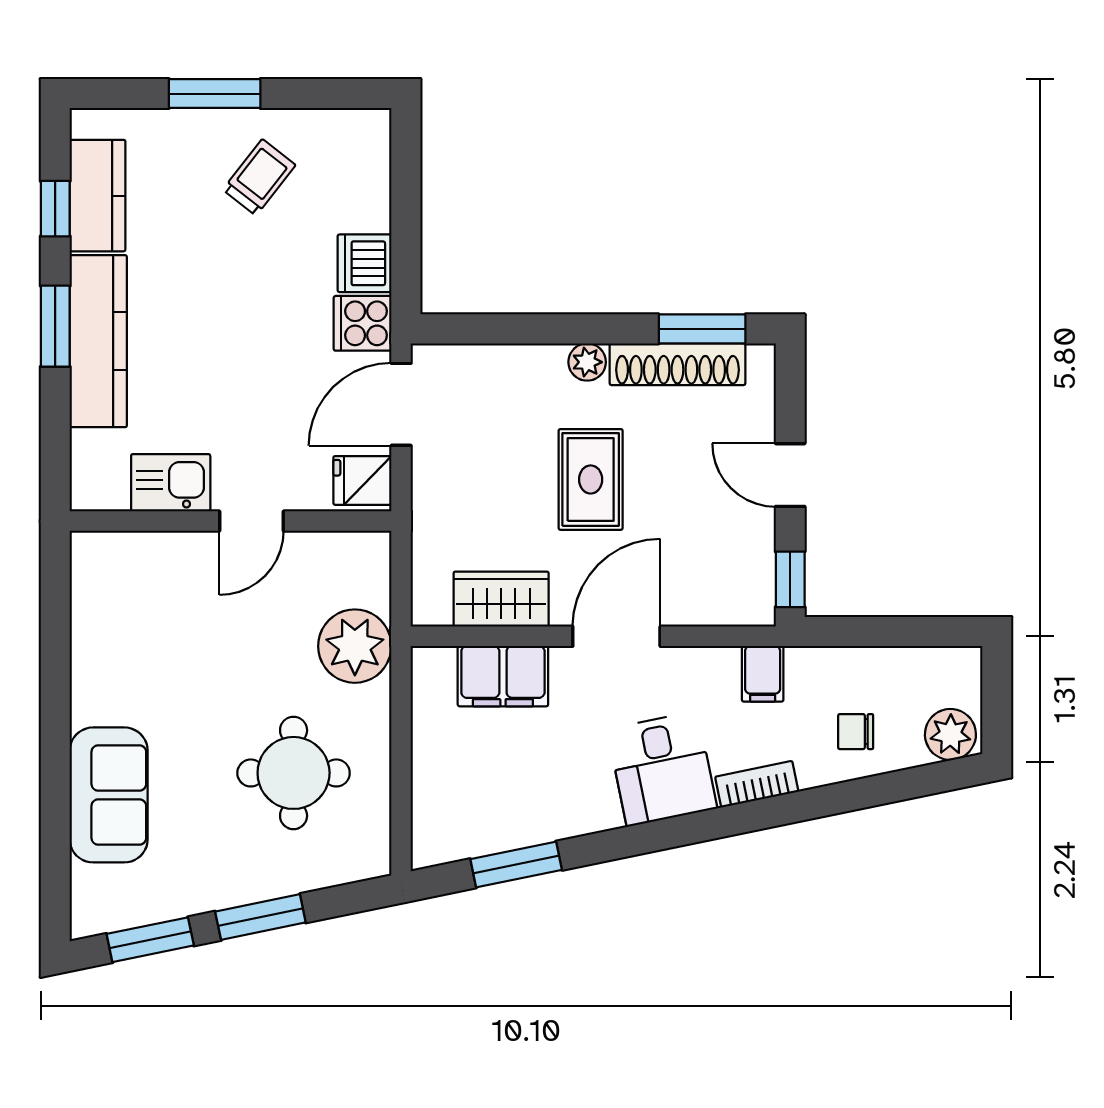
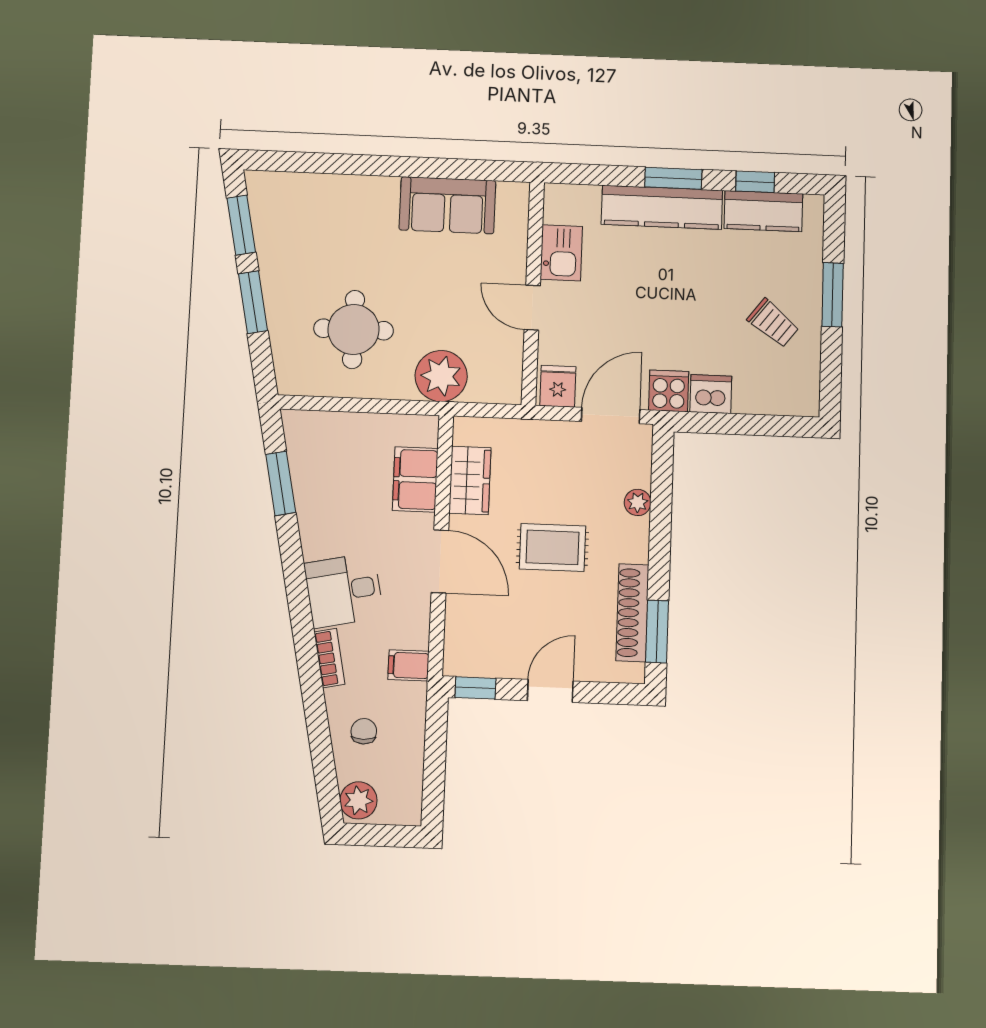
plant: (587, 362) -> (638, 502), moved
door: (401, 404) -> (611, 416), hinge flipped
sofa: (109, 795) -> (447, 205), moved

